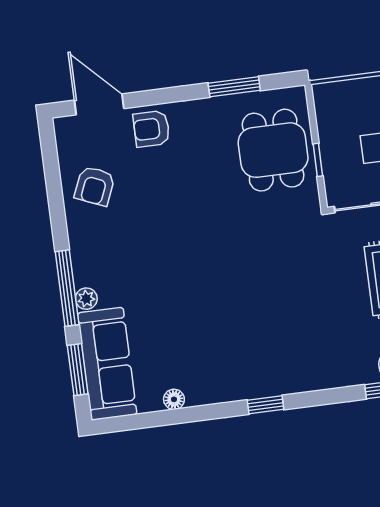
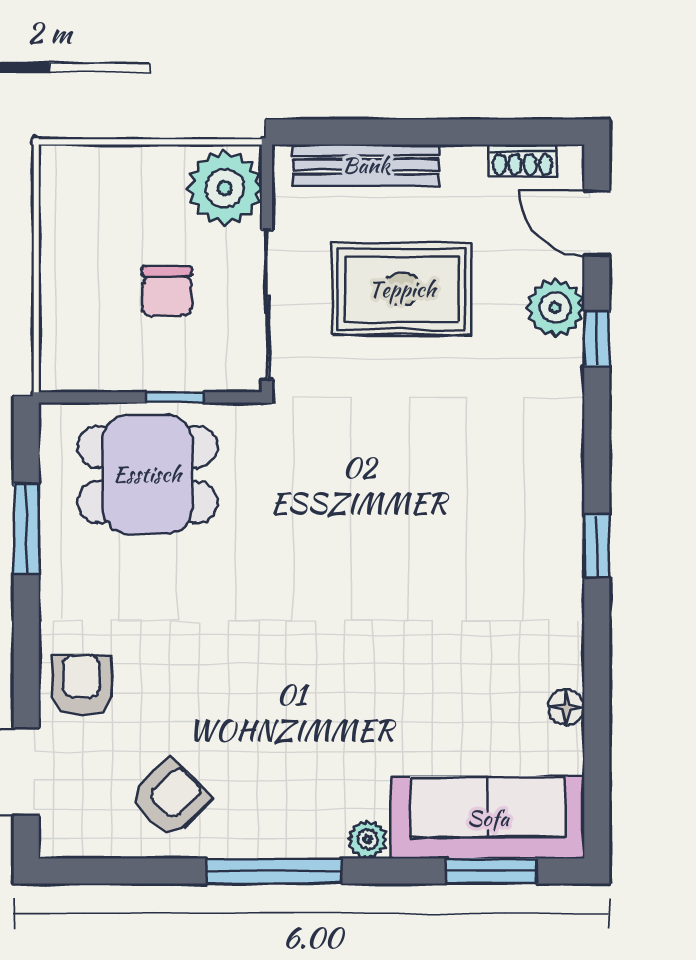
armchair: (152, 129) -> (82, 685), turned 180
armchair: (95, 186) -> (170, 799), turned -68
window: (67, 288) -> (274, 871), moved

